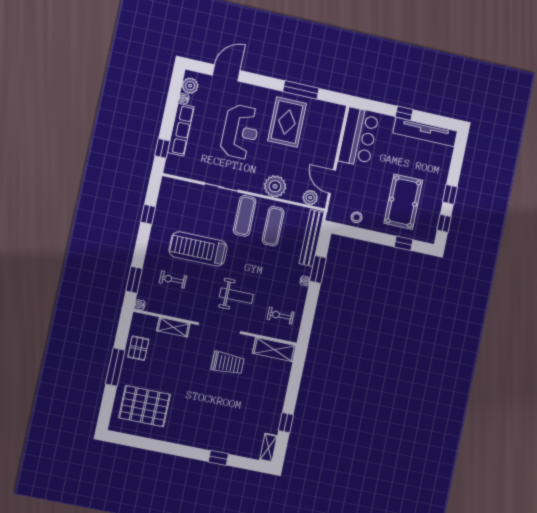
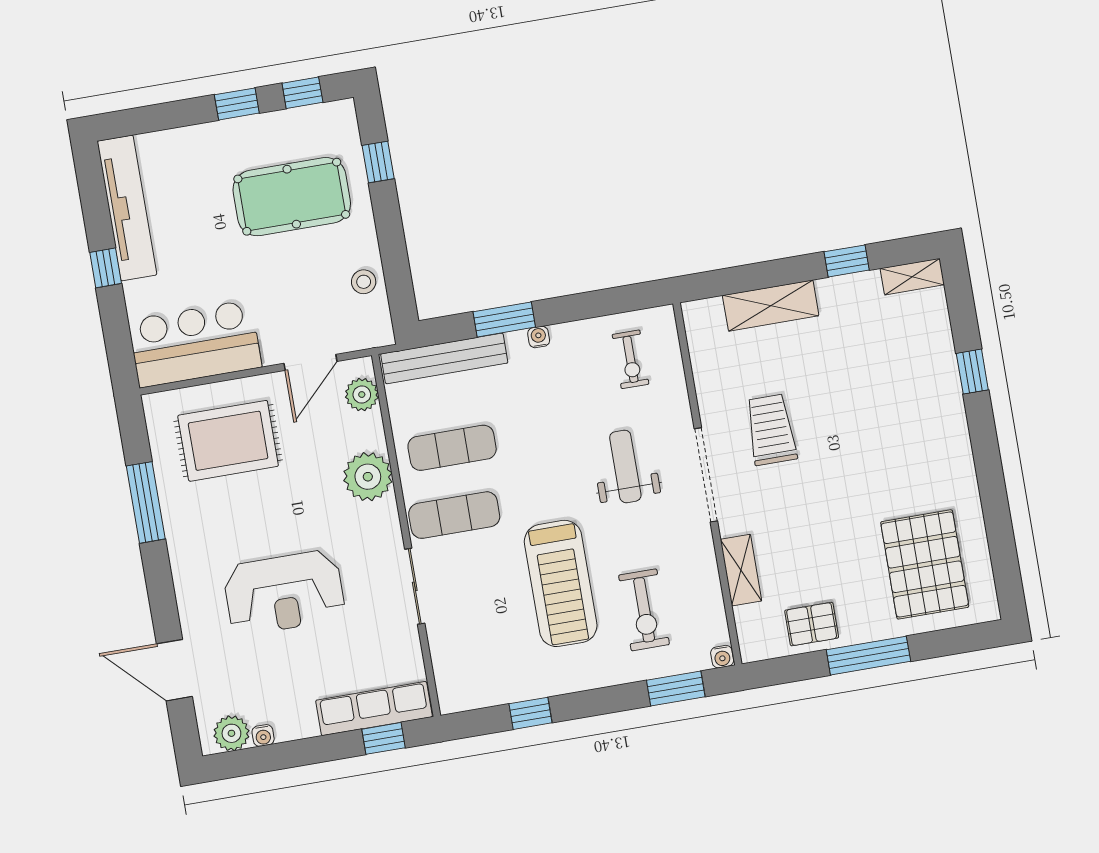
rug: (287, 122) -> (228, 441), moved
row of seats: (181, 130) -> (374, 709), moved
reception desk: (240, 132) -> (284, 593), turned 180
exercise bike: (173, 280) -> (644, 610), width x1.38, depth x1.39
shelving: (274, 350) -> (771, 306), moved, turned 90

